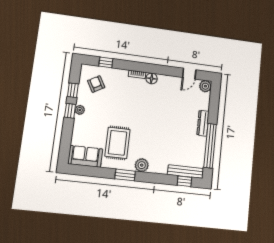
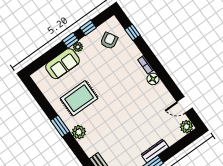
sofa: (85, 156) -> (63, 64), moved, turned 90

